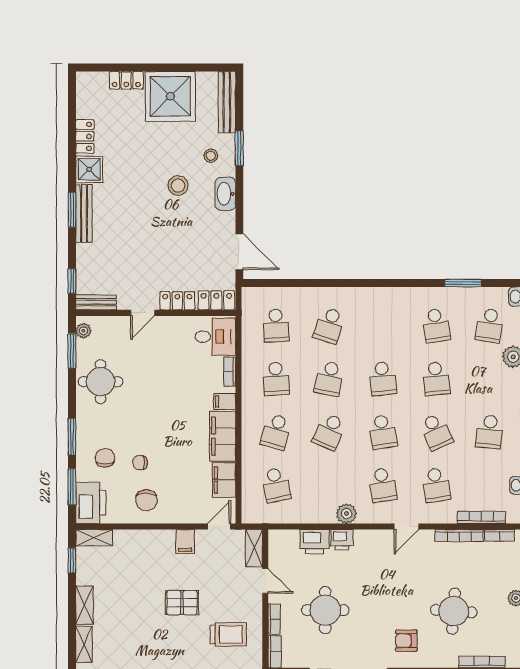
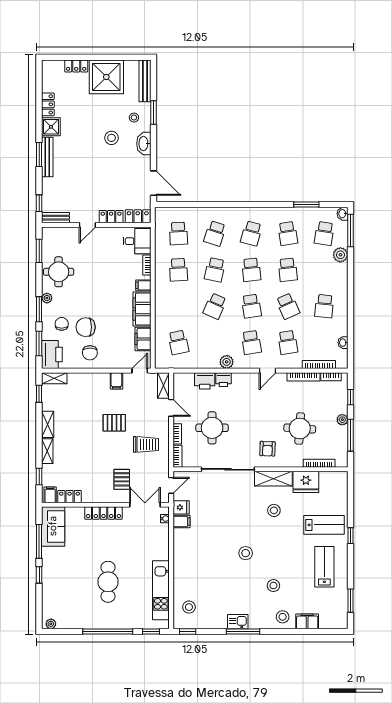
plant: (83, 331) -> (47, 298), moved
school desk: (276, 432) -> (251, 233), moved
chair: (140, 463) -> (86, 327), width x1.87, depth x1.87
armchair: (406, 641) -> (267, 449), turned -88

